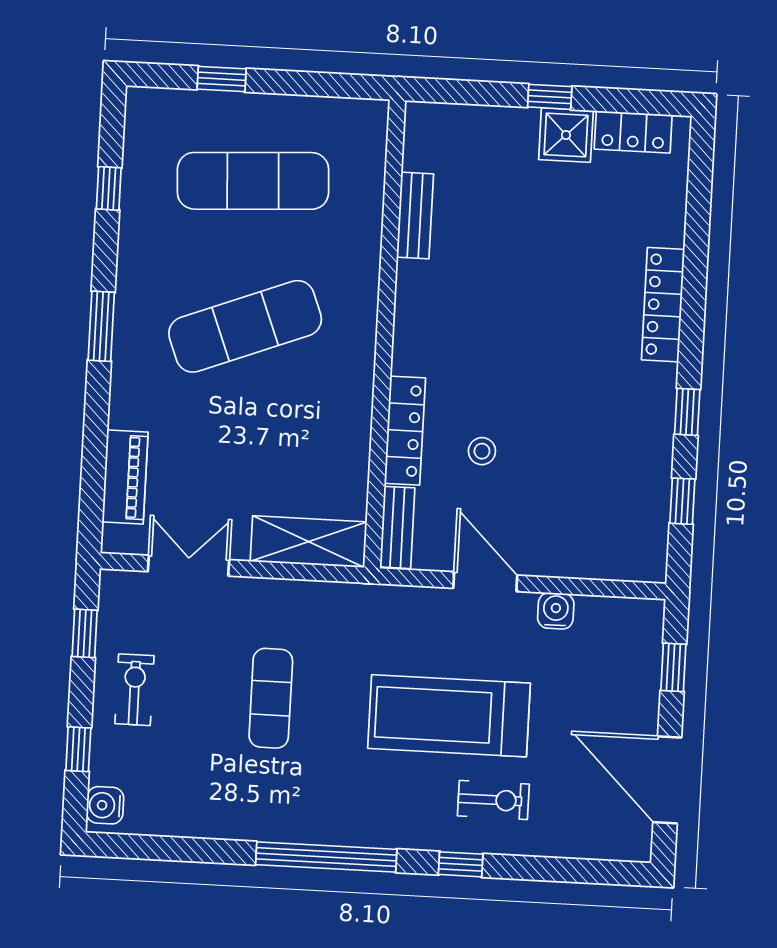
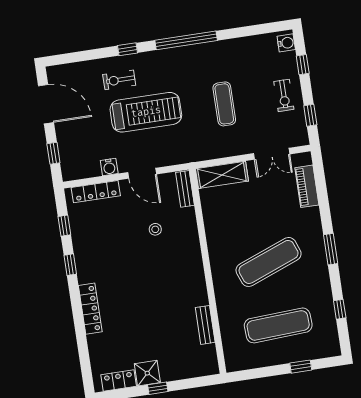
locker: (405, 431) -> (96, 192), moved, turned -90

